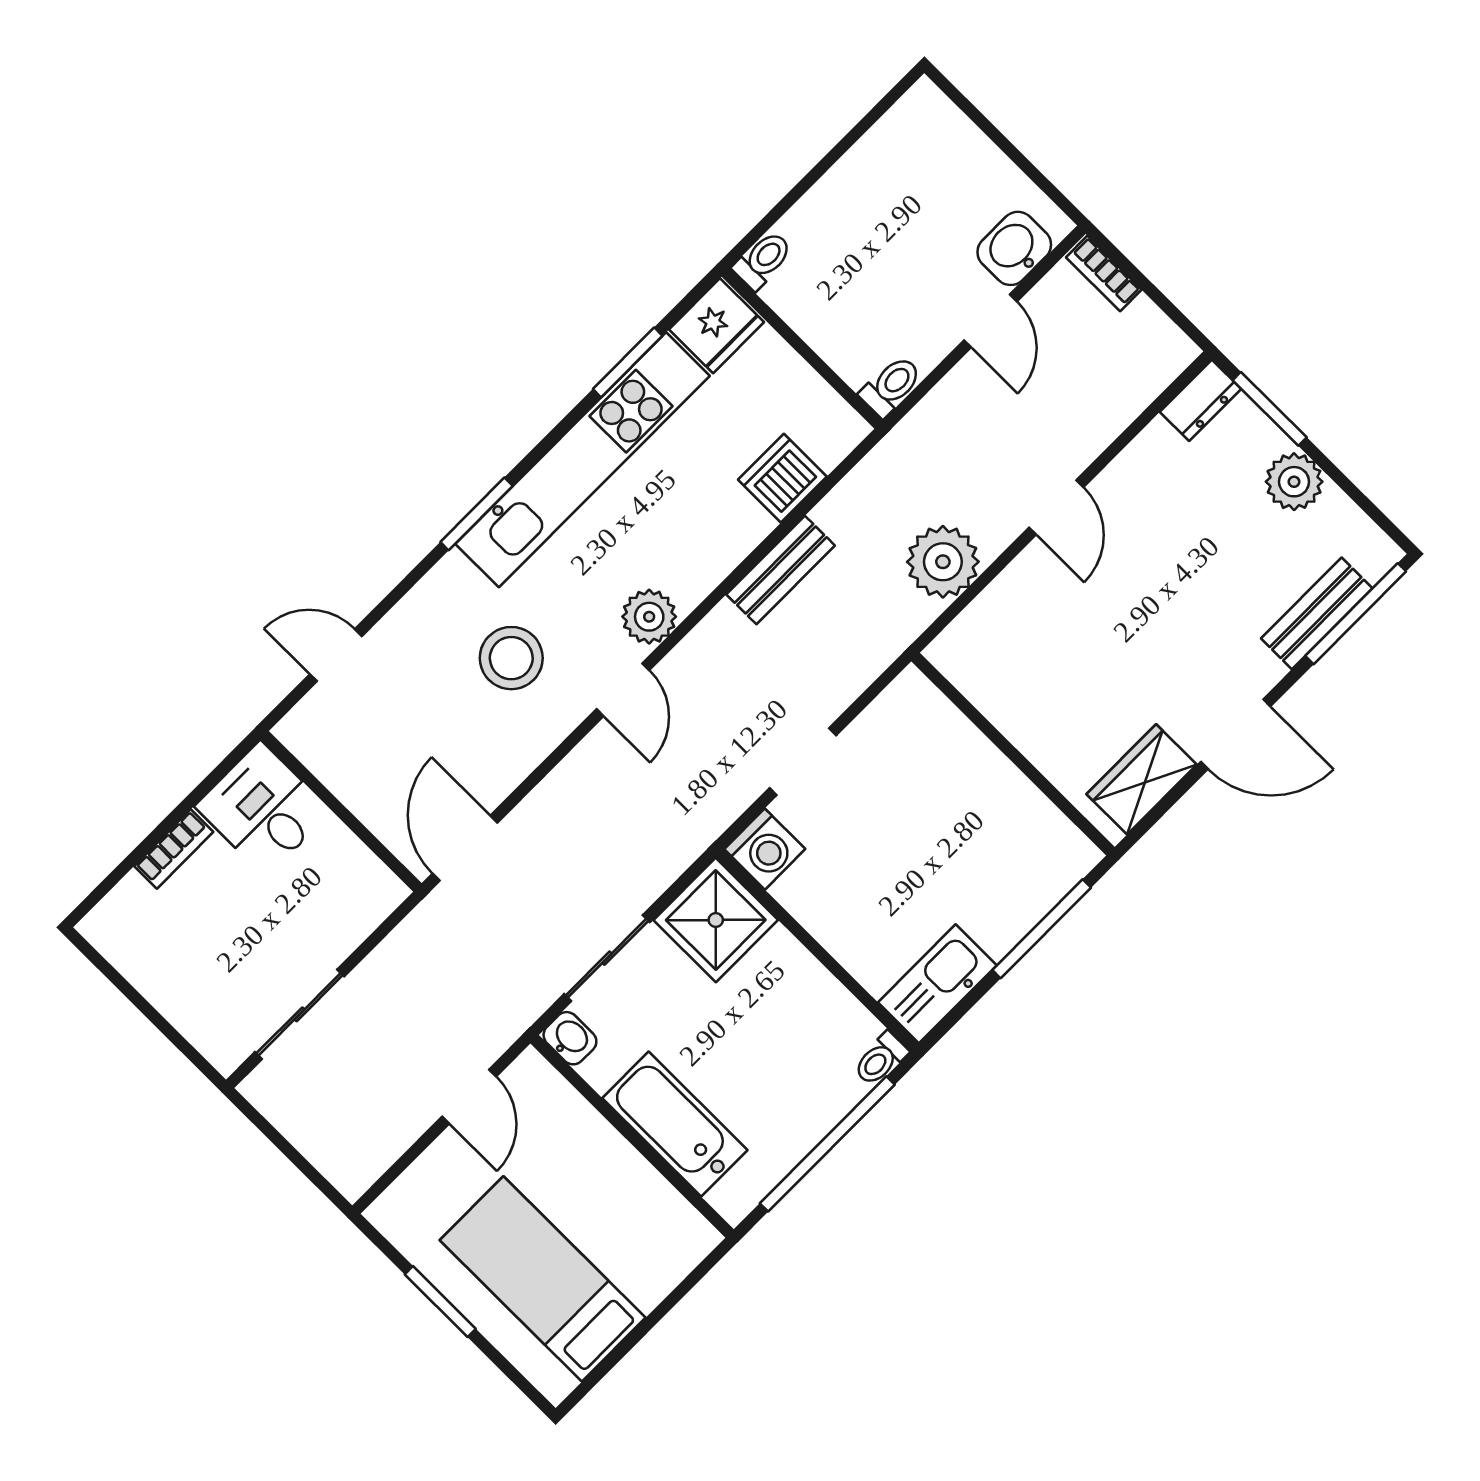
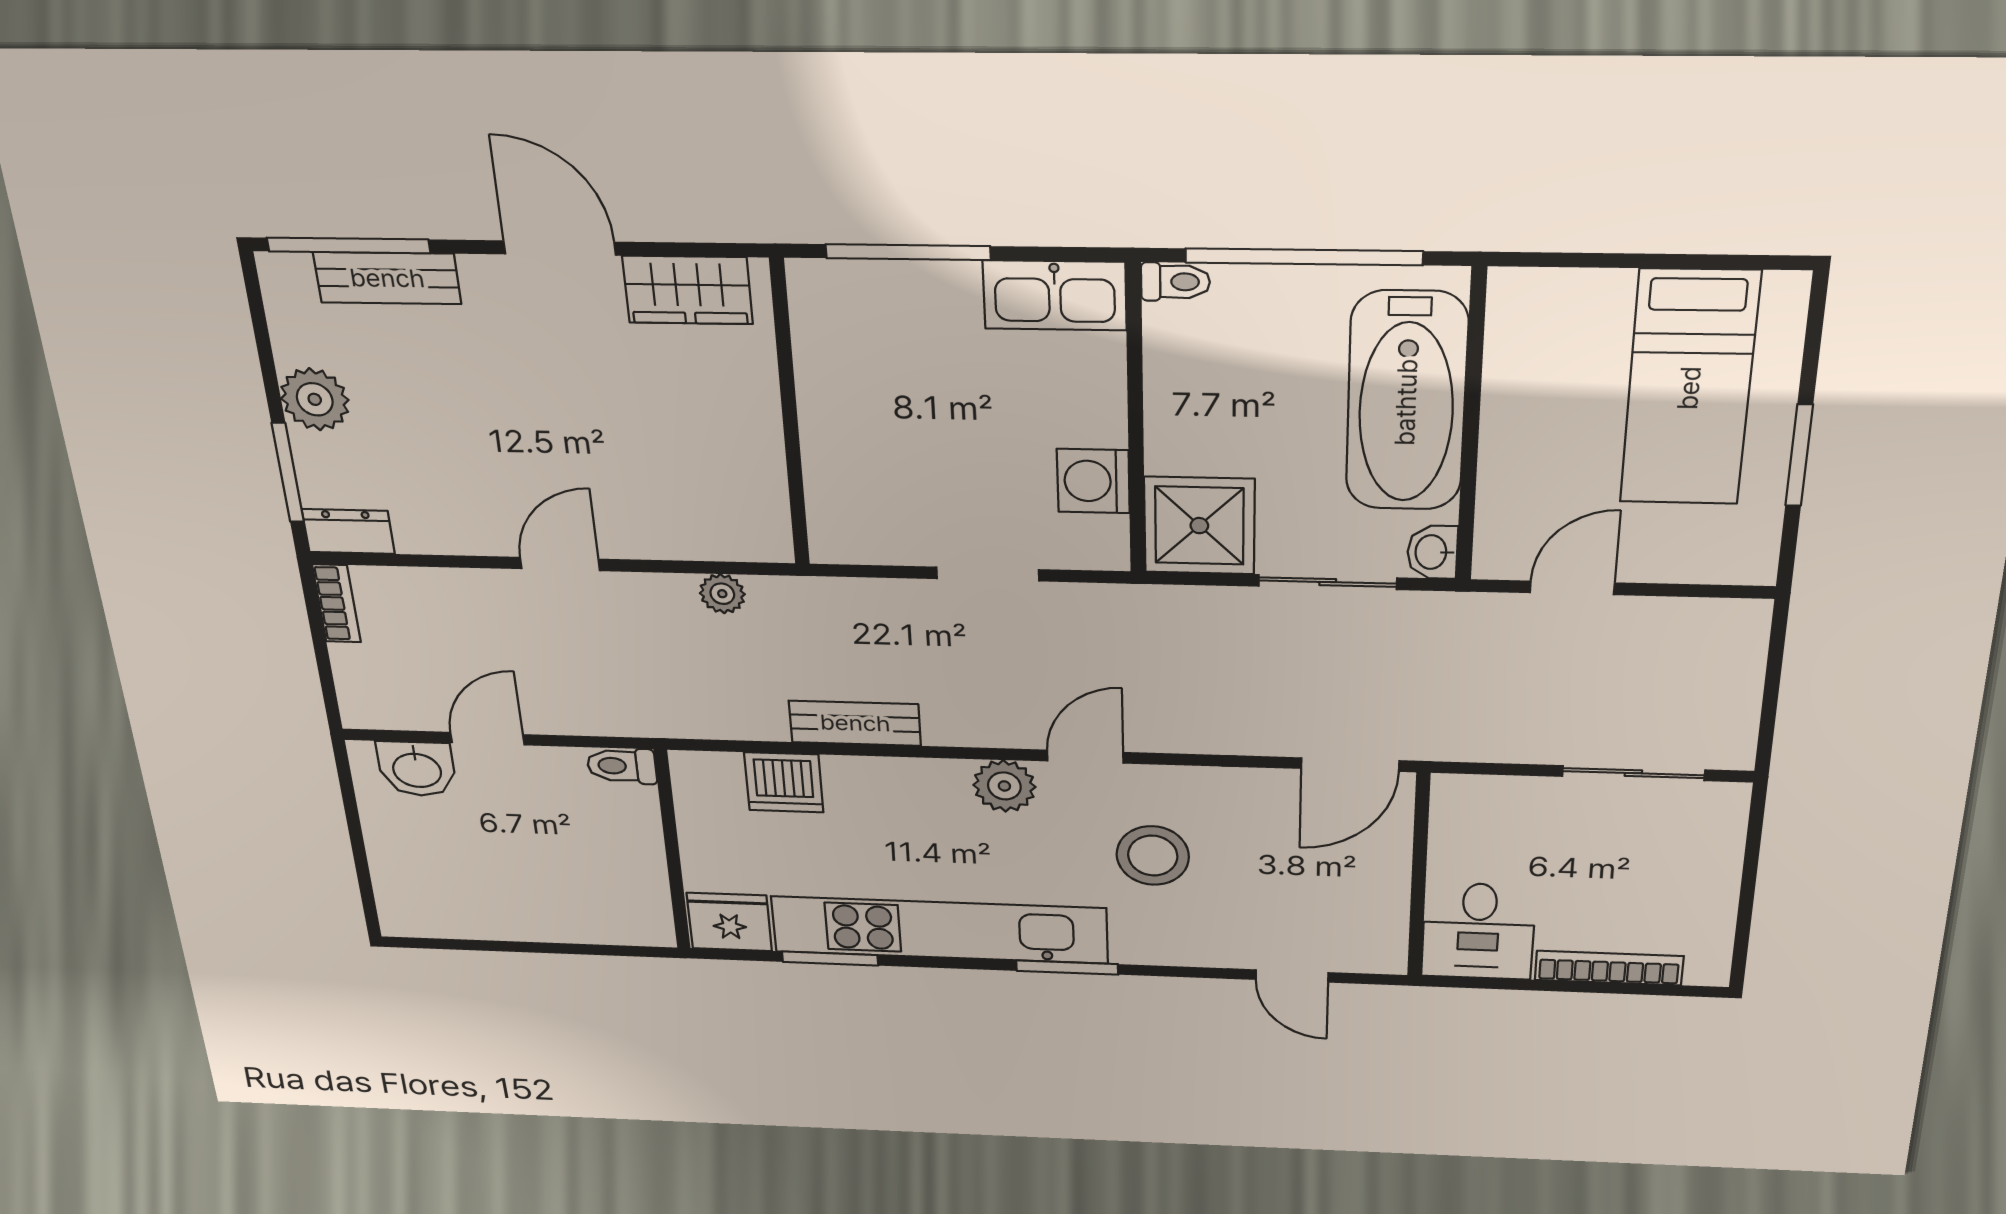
toilet: (763, 260) -> (644, 931), removed
bookcase: (1104, 273) -> (336, 603), moved
plant: (943, 562) -> (722, 594), width x0.53, depth x0.53
bookcase: (174, 849) -> (1609, 968), width x1.56
washing machine: (765, 849) -> (1093, 481), moved, turned -90
bathtub: (675, 1124) -> (1406, 402), width x1.36, depth x1.36

